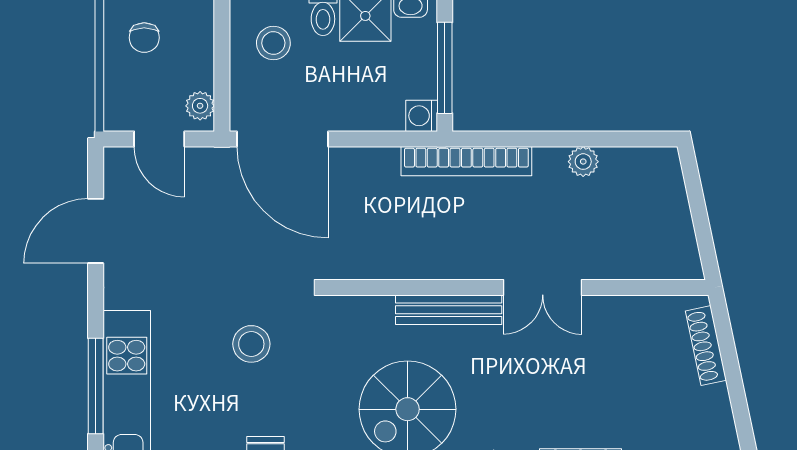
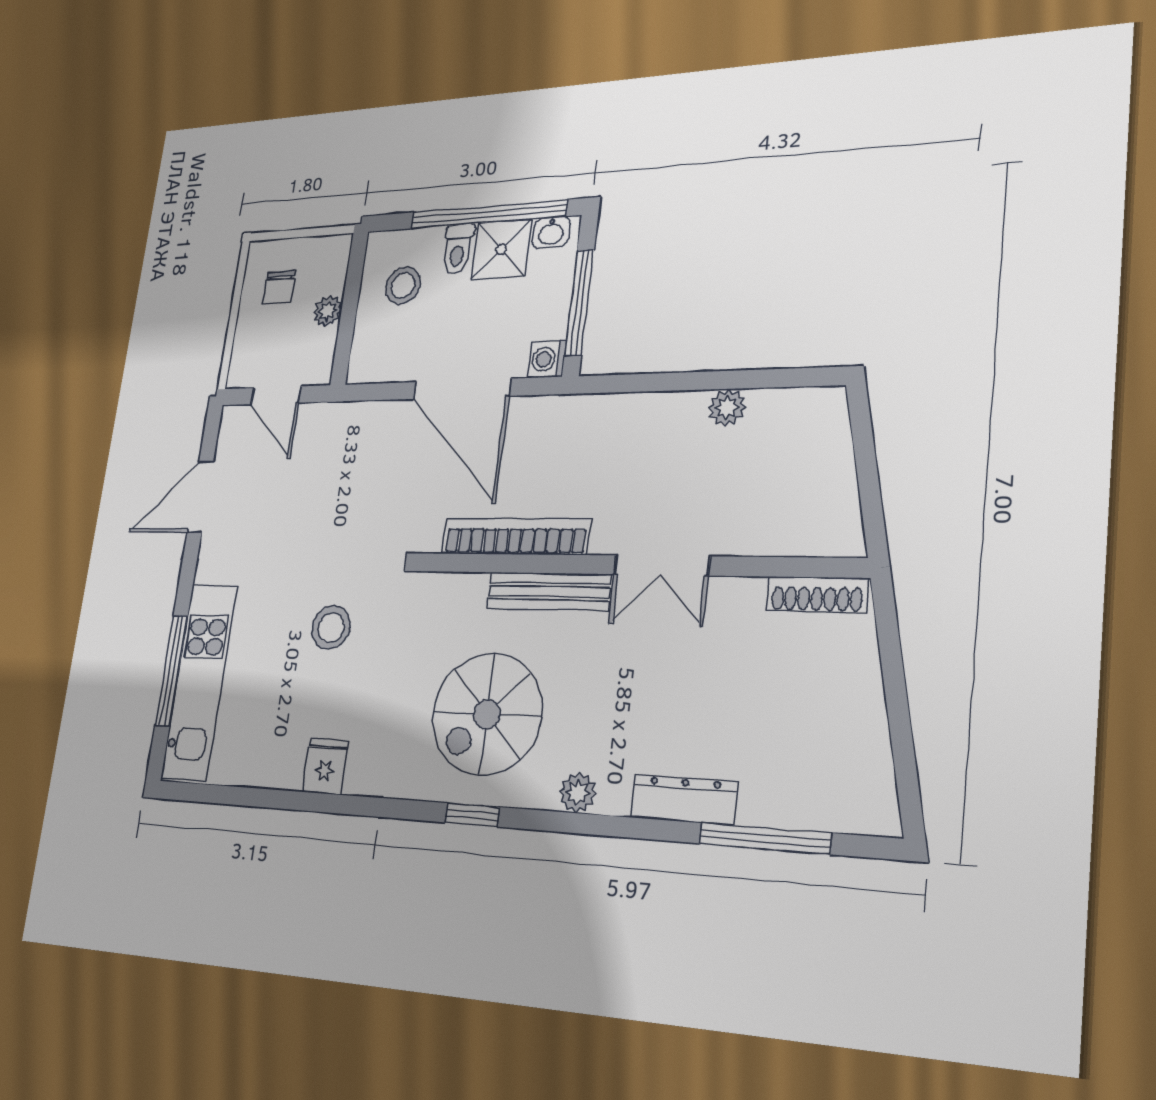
plant: (200, 106) -> (328, 311), moved
door: (282, 139) -> (462, 389), moved
bookcase: (466, 161) -> (515, 536), moved, turned 180
shoe rack: (706, 346) -> (817, 594), moved, turned -78

